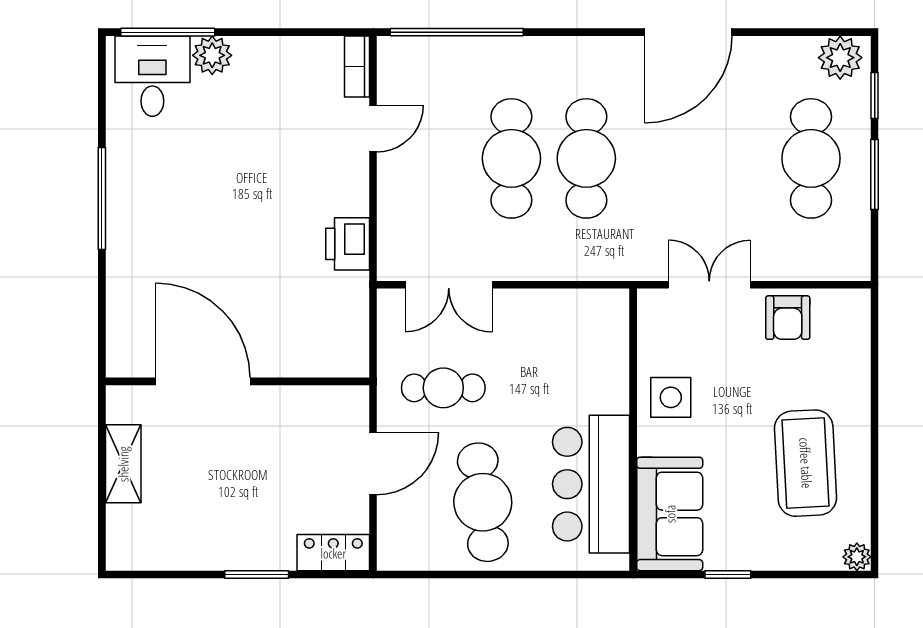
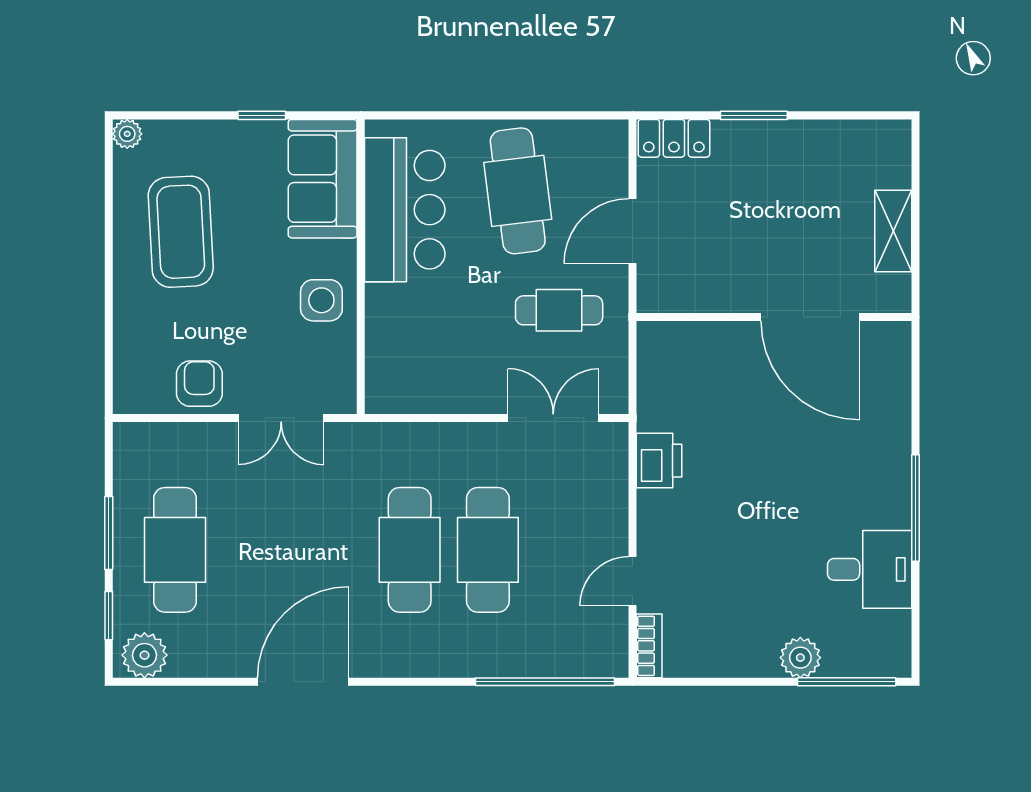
desk: (152, 76) -> (870, 569), moved, turned -90

